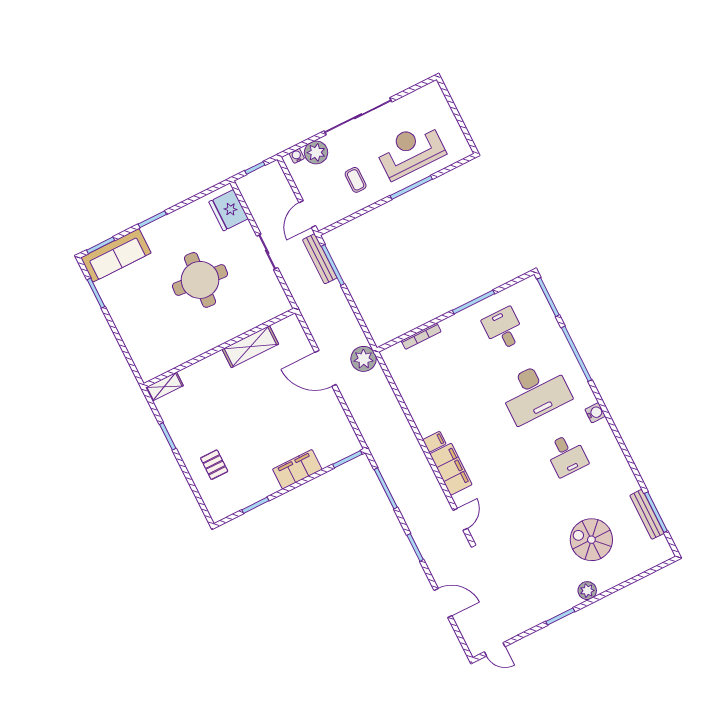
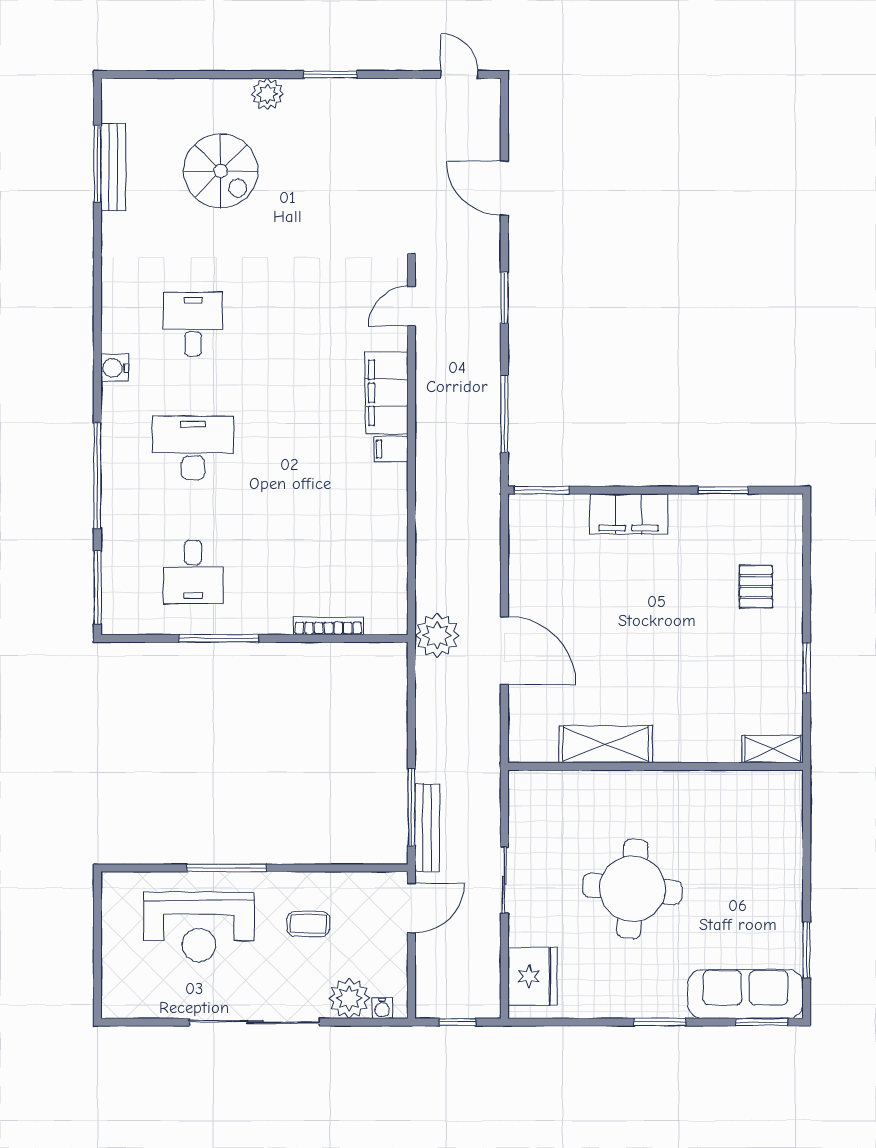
coffee table: (356, 180) -> (308, 924), turned 90
desk: (535, 392) -> (193, 448), width x0.73, depth x0.77

